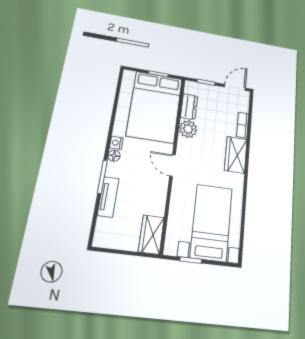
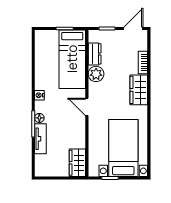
bed: (155, 107) -> (72, 59), width x0.67
floor lamp: (114, 156) -> (39, 118), moved

